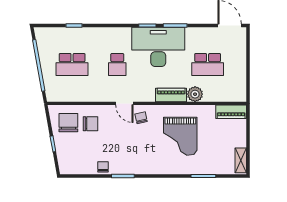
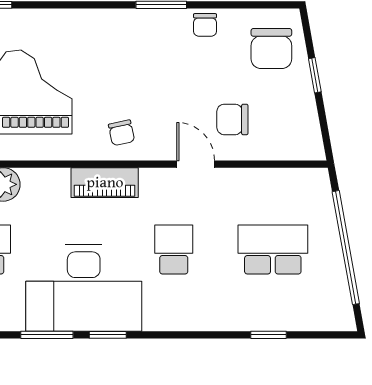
piano: (171, 95) -> (105, 183), moved
door: (124, 103) -> (196, 164), moved
chair: (68, 123) -> (271, 49), moved

